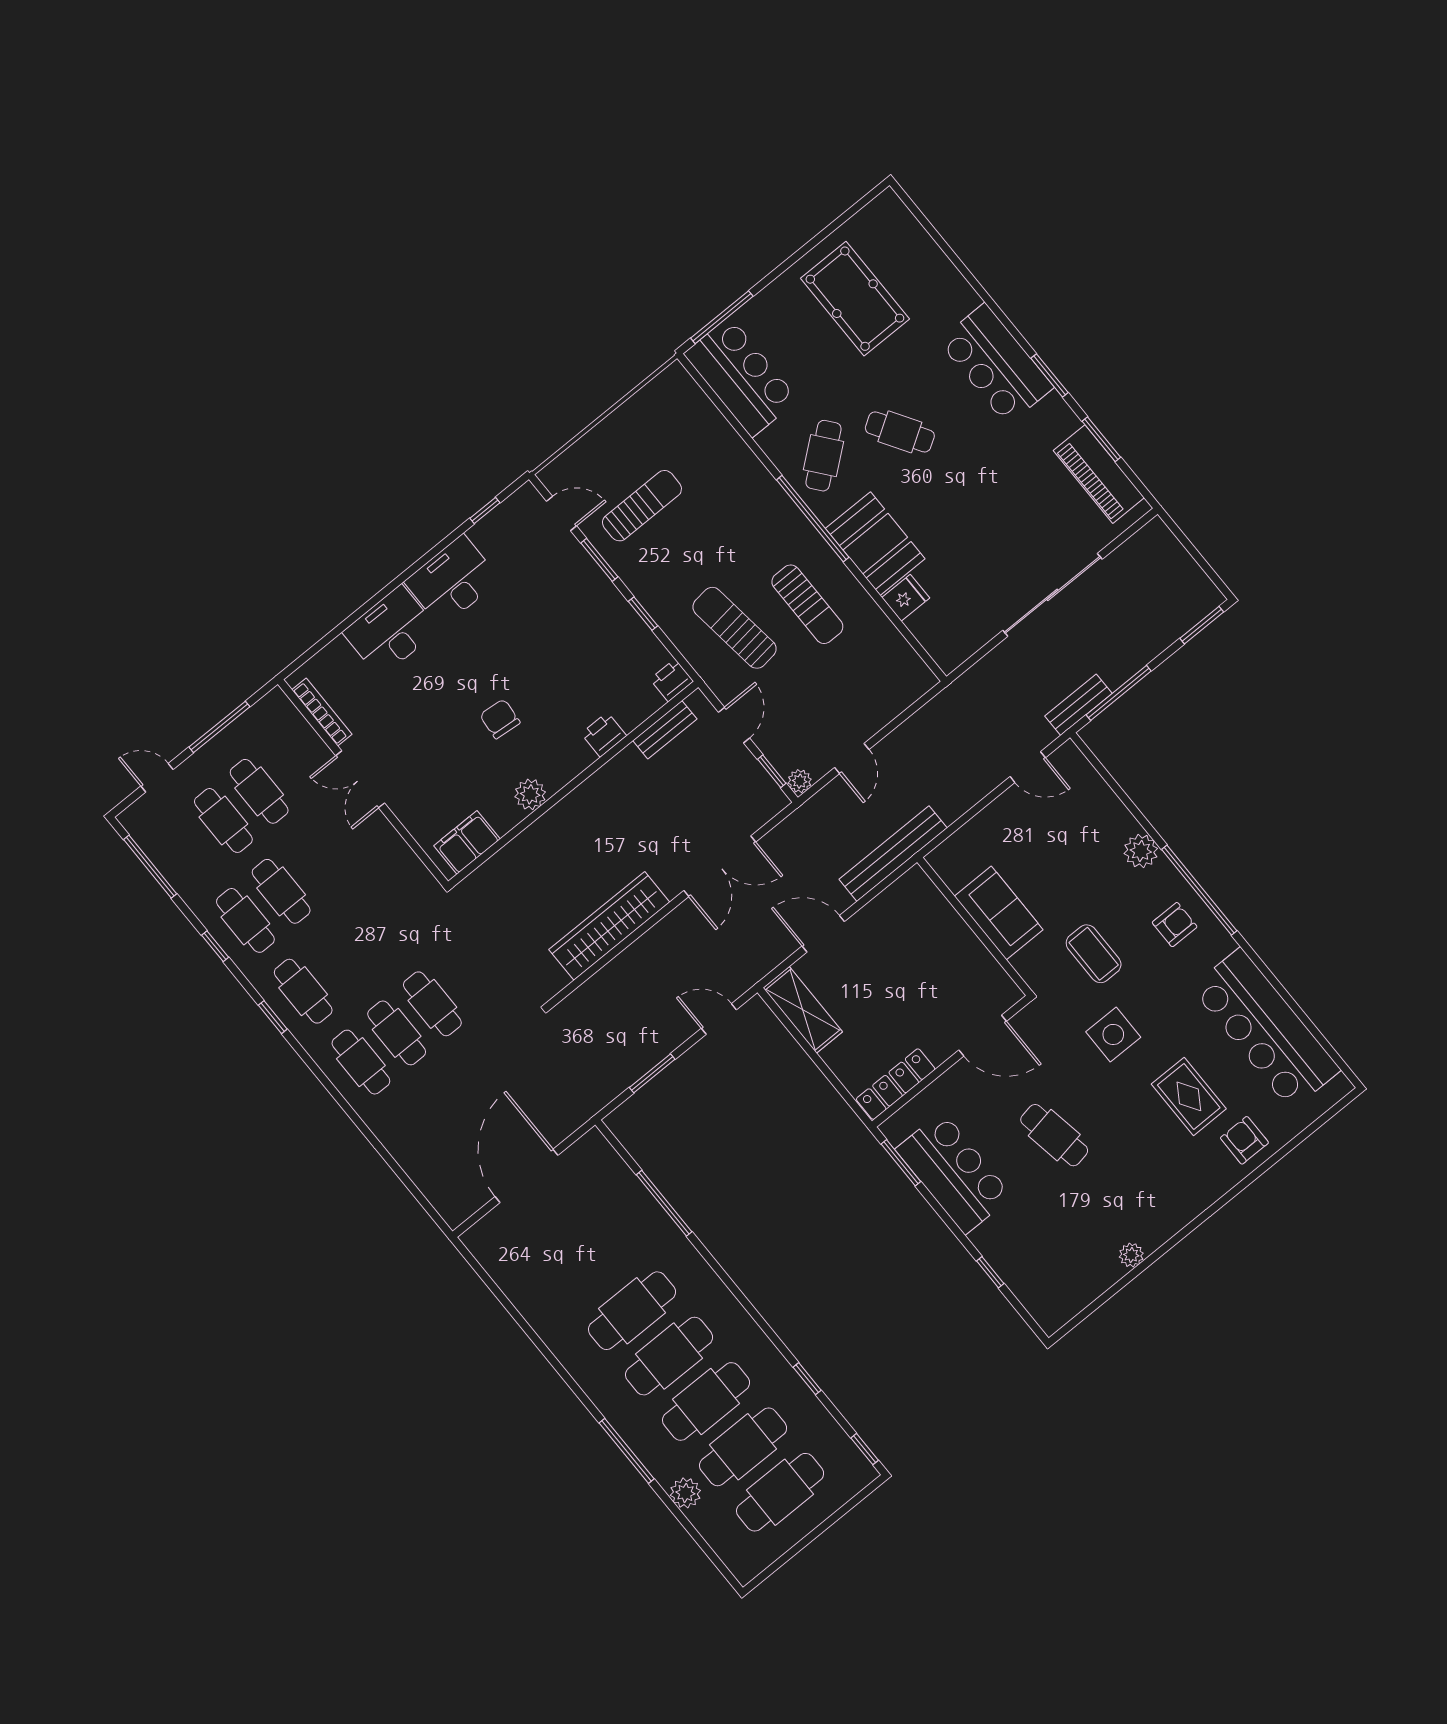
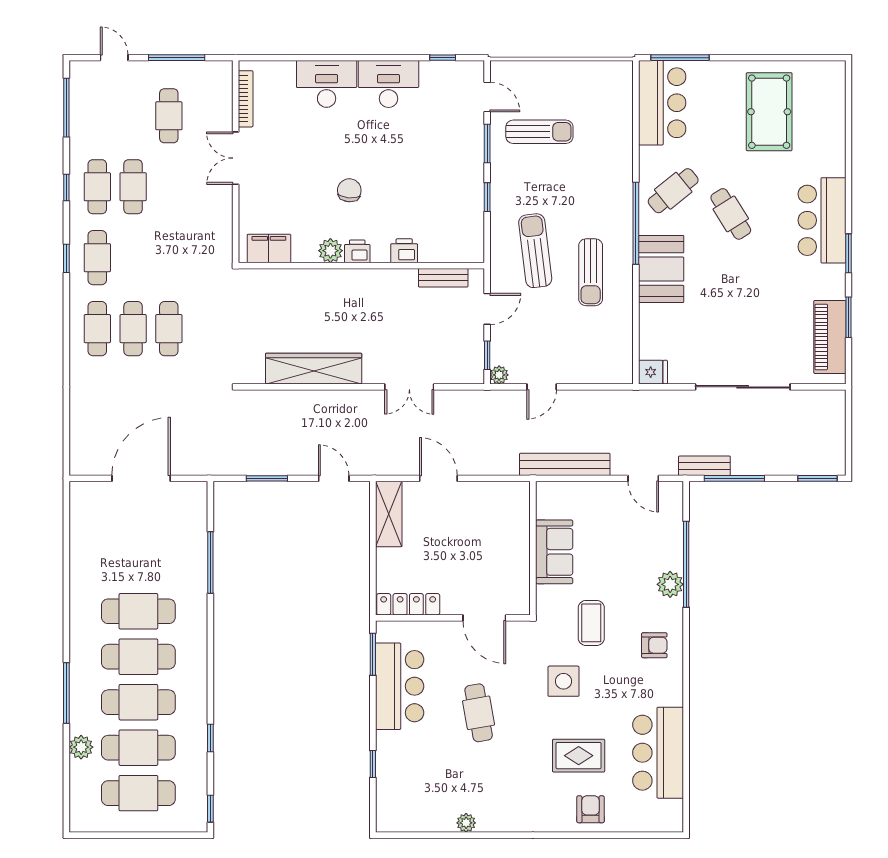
fridge: (906, 598) -> (653, 372), moved
printer: (672, 680) -> (357, 251), moved
cafe table: (223, 820) -> (133, 116), removed
bench: (893, 854) -> (565, 464), moved
double door: (720, 866) -> (409, 387), width x0.73
window: (1199, 890) -> (686, 564), moved
bar counter: (1266, 1029) -> (658, 753), width x0.73
rug: (1189, 1096) -> (579, 756), turned 90

